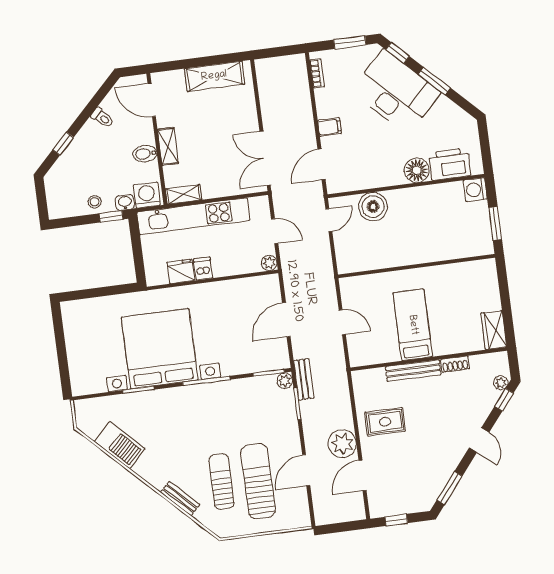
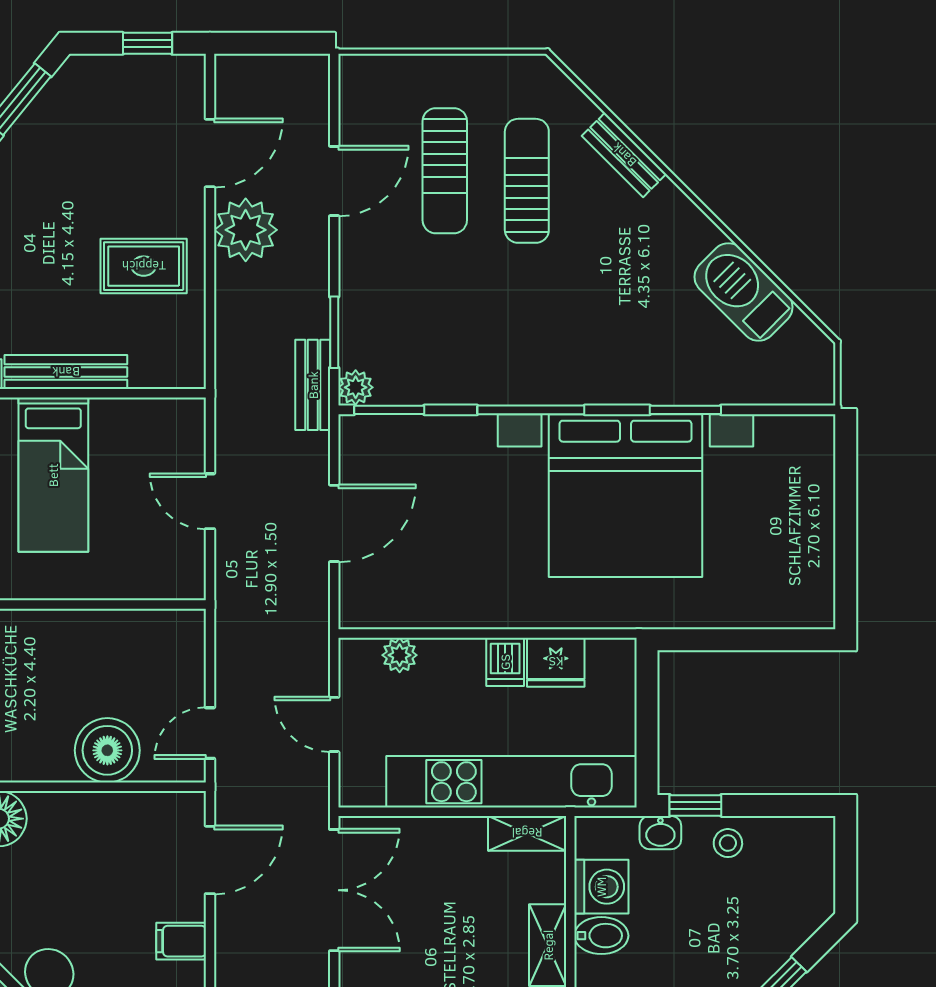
washing machine: (147, 195) -> (601, 887), moved, turned -90
plant: (269, 263) -> (400, 655), moved
sun lounger: (221, 481) -> (527, 181), turned 180
sun lounger: (258, 481) -> (445, 171), width x0.73, depth x0.75

